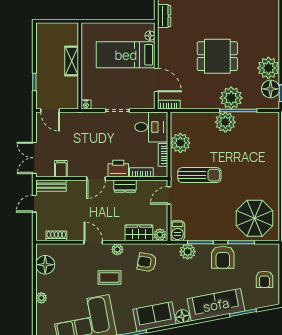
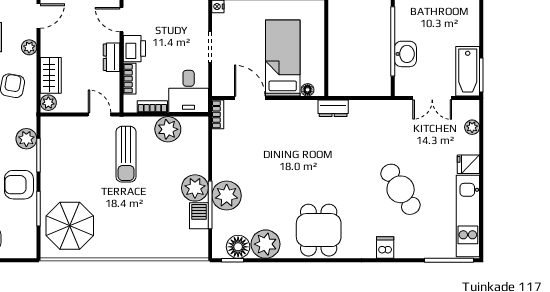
dining table: (217, 56) -> (319, 230), moved
door: (156, 80) -> (250, 98), swing flipped
barbecue: (178, 231) -> (199, 216), moved, turned 90

